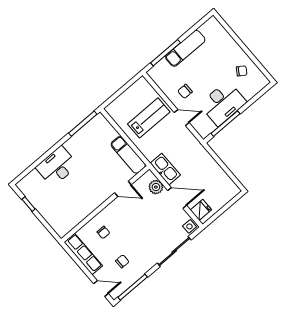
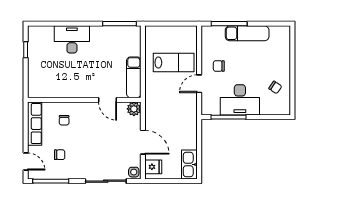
door: (182, 118) -> (199, 84), swing flipped
kitchen sink: (165, 169) -> (189, 165), moved, turned 180
plant: (156, 187) -> (134, 109), moved

